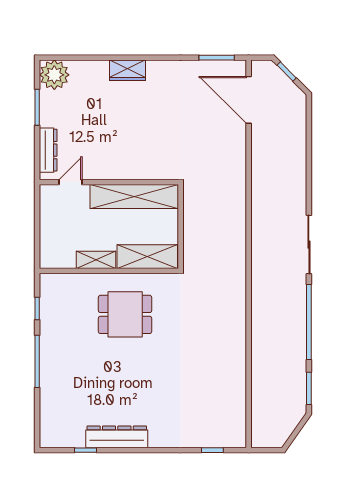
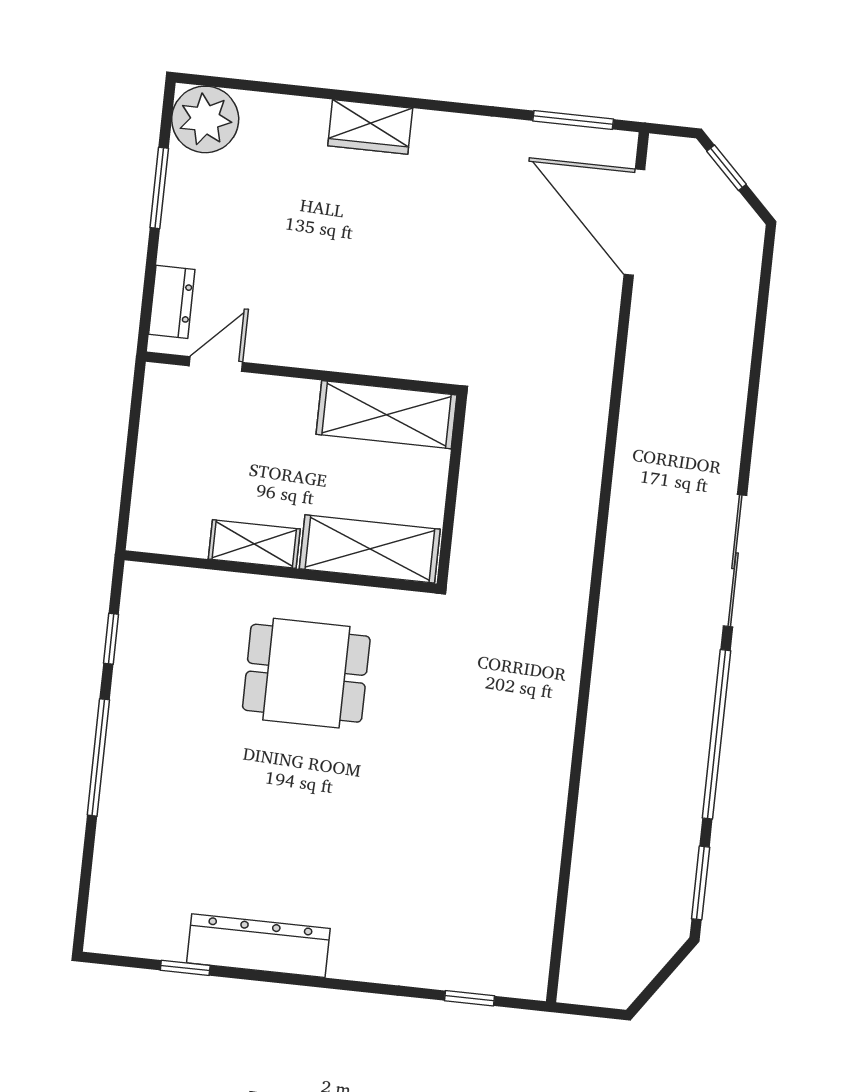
dresser: (48, 150) -> (172, 302), width x0.70
shelving: (134, 197) -> (387, 415), width x0.68

